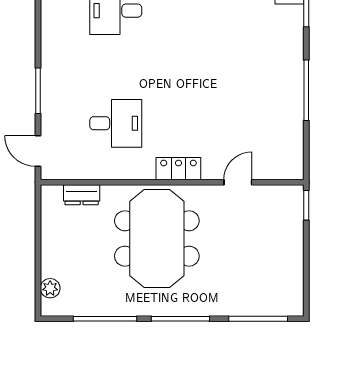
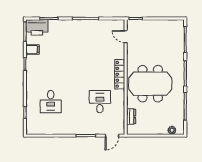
locker: (178, 169) -> (120, 74), width x1.53
door: (238, 182) -> (126, 37), moved

